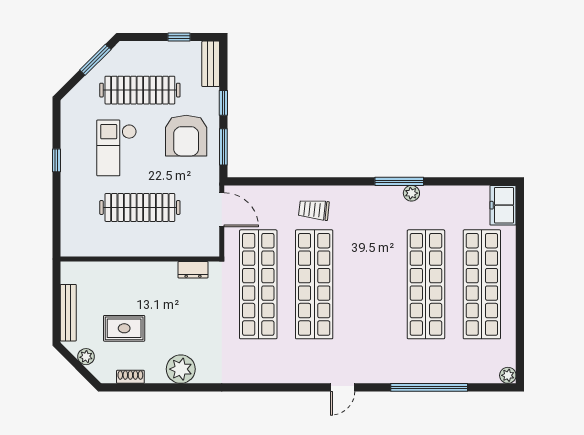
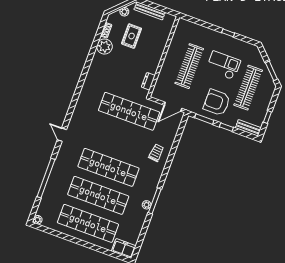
shop shelf: (314, 284) -> (108, 167), moved
plant: (181, 369) -> (104, 47), moved

